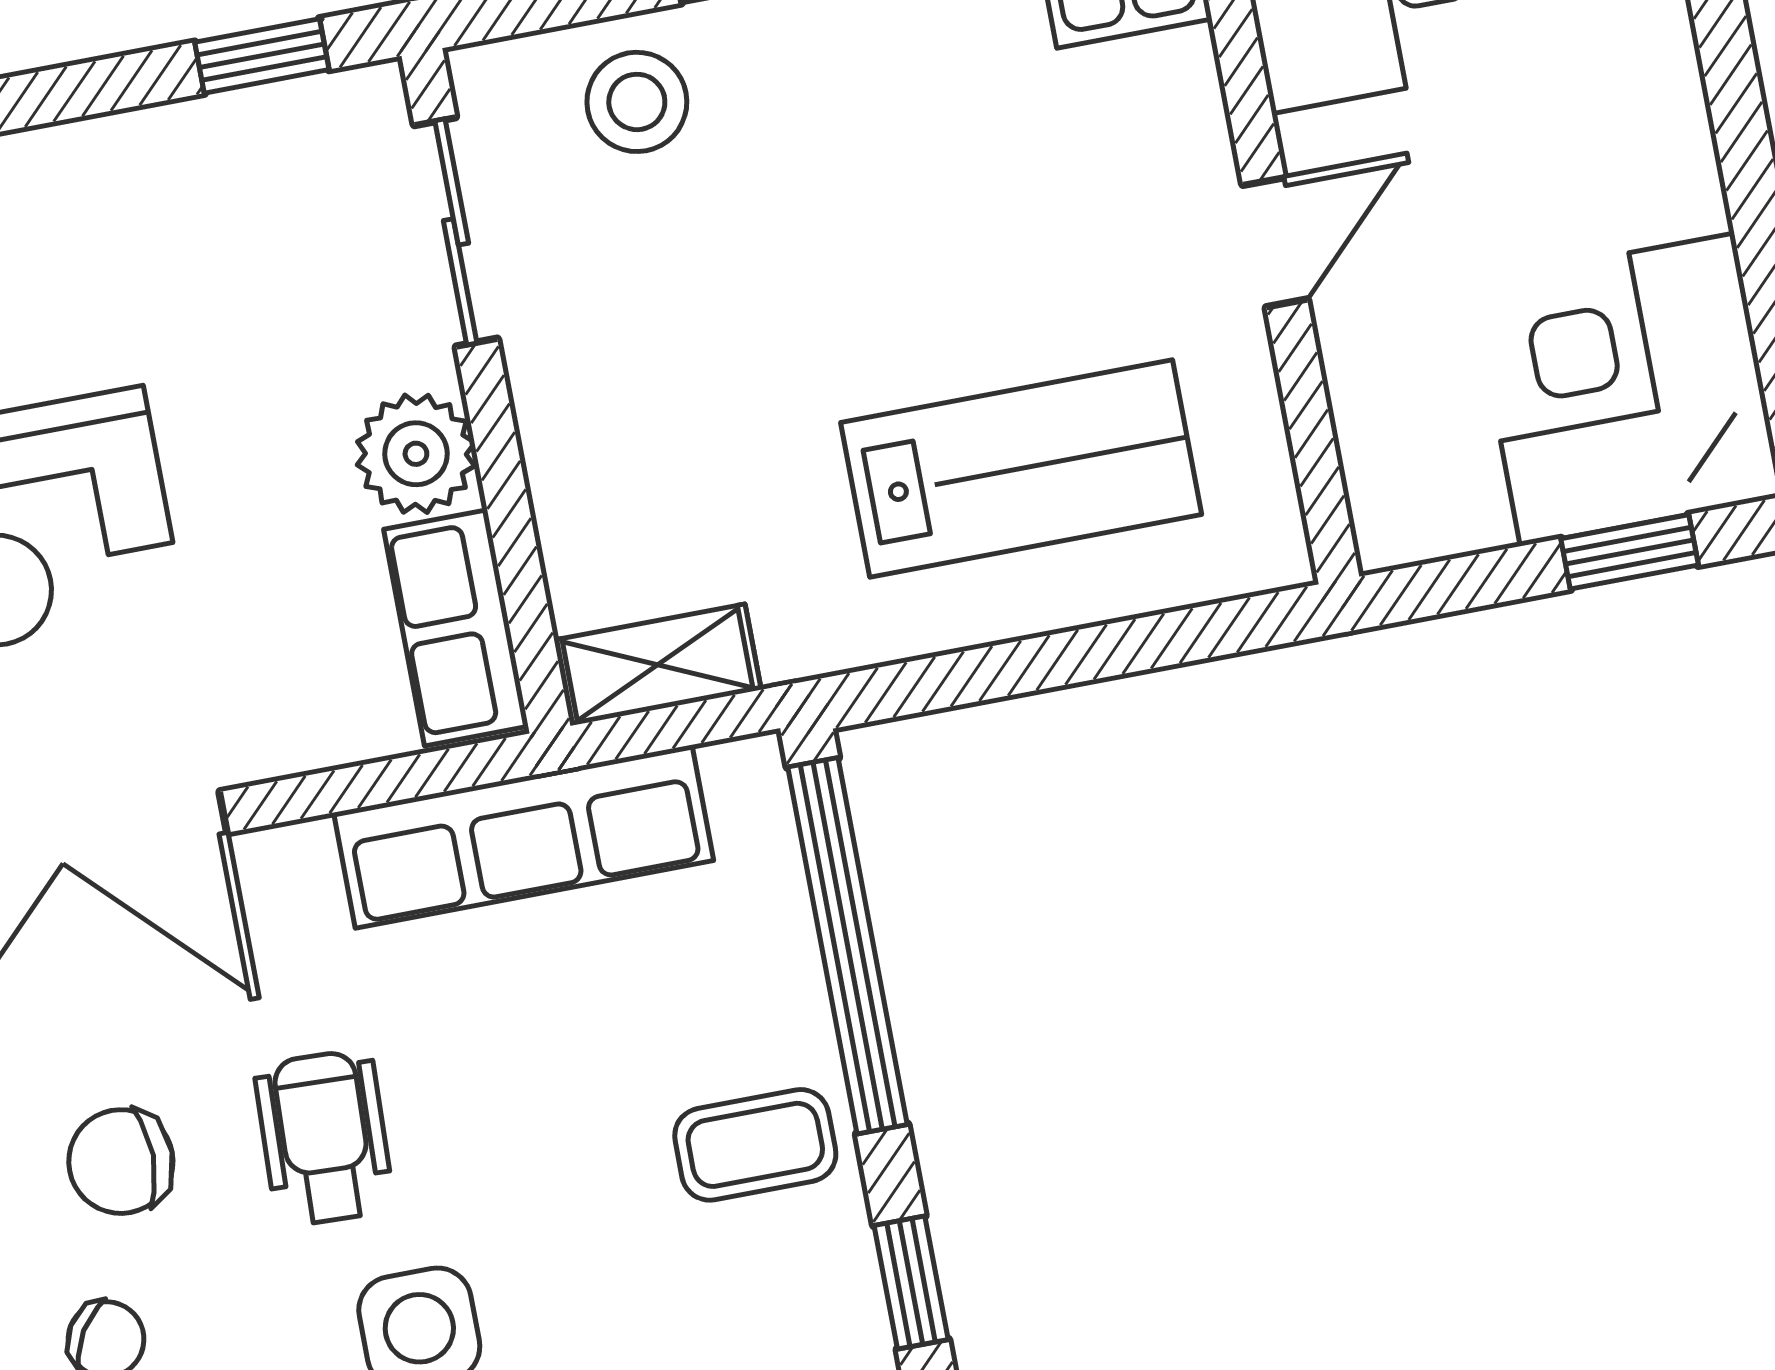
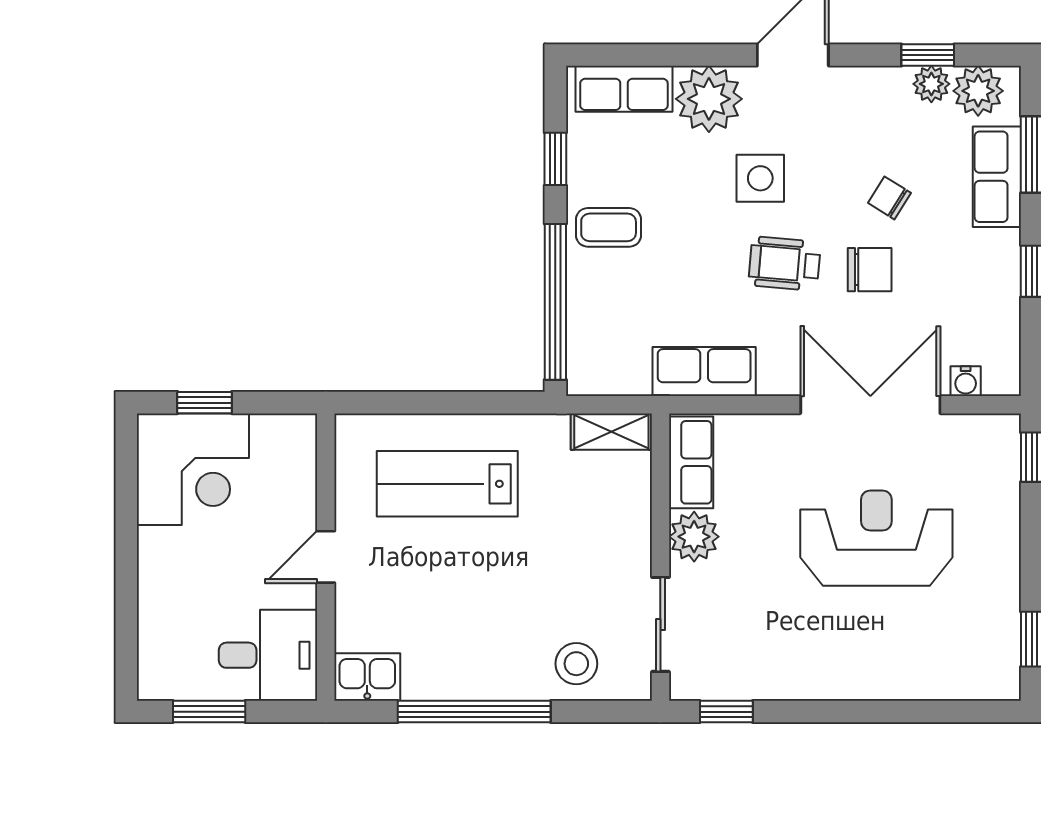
row of seats: (524, 837) -> (704, 372), width x0.68
wheelchair: (324, 1138) -> (785, 264), turned 93

